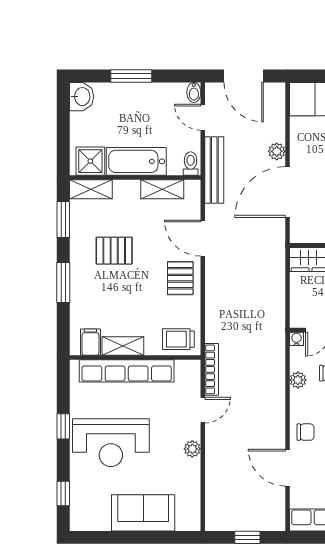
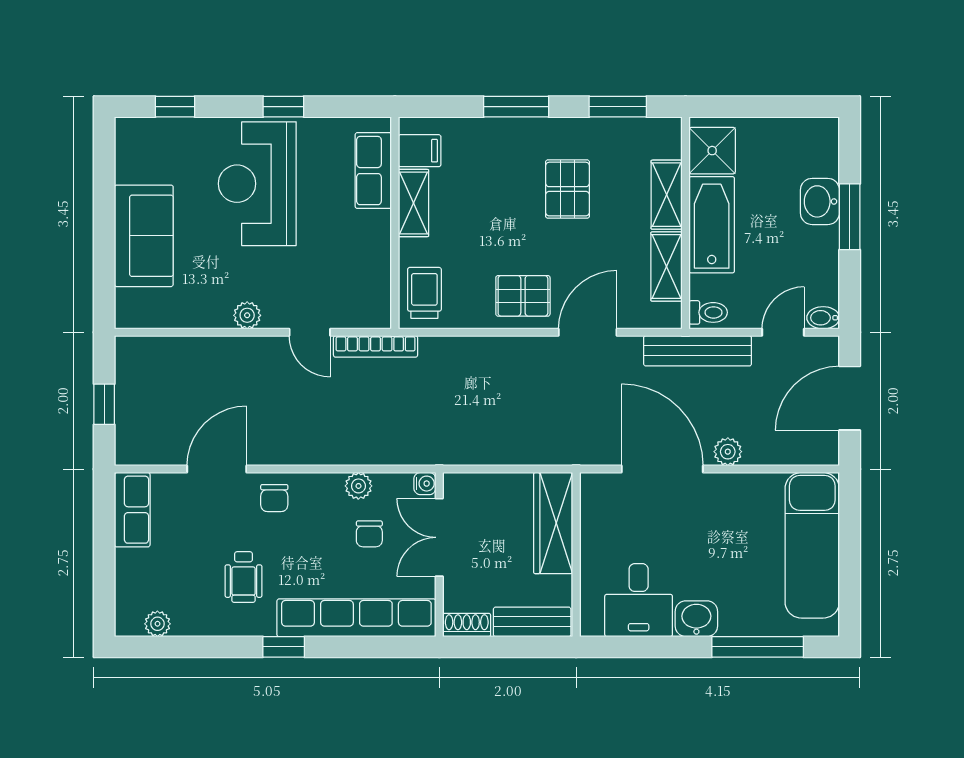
washbasin: (82, 97) -> (820, 201), moved, turned 90
shelving: (91, 189) -> (667, 195), moved
row of seats: (127, 371) -> (373, 171), width x0.50

